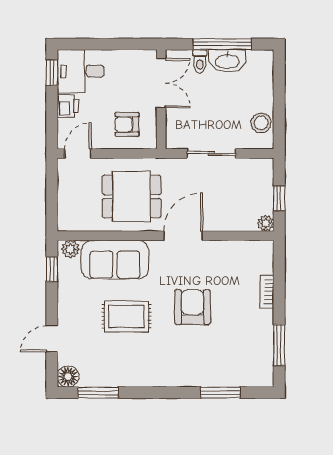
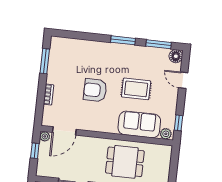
door: (183, 236) -> (64, 131), moved
armchair: (193, 307) -> (95, 90), turned 90
door: (52, 339) -> (183, 80), swing flipped
window: (220, 393) -> (123, 40), moved

